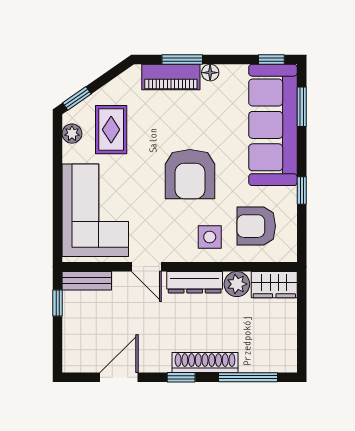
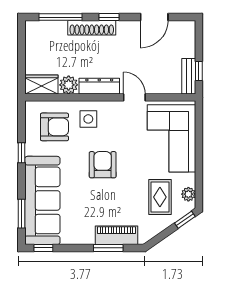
floor lamp: (210, 73) -> (88, 238), removed
armchair: (190, 174) -> (103, 165), width x0.73, depth x0.73
bench: (87, 281) -> (189, 76), moved, turned 90

